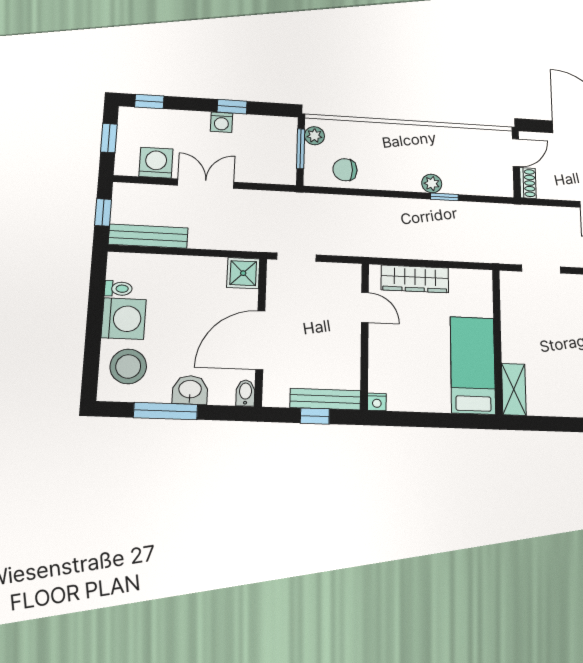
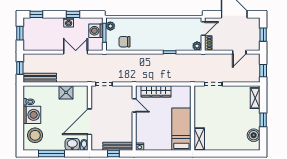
washing machine: (156, 163) -> (96, 31), moved, turned -90
plant: (432, 183) -> (197, 46), moved
double door: (206, 184) -> (76, 52), moved
shower: (243, 273) -> (66, 92), moved
washbasin: (190, 390) -> (72, 144), moved

